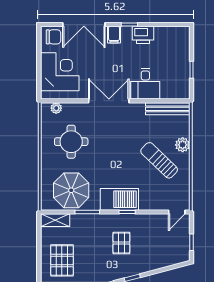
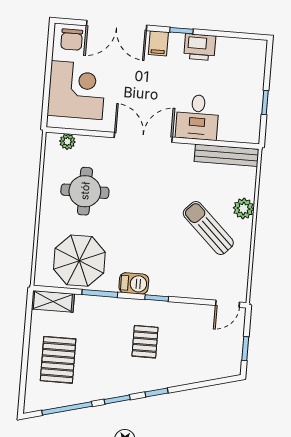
chair: (53, 37) -> (72, 40), turned 90
barbecue: (119, 199) -> (134, 283), width x0.53, depth x0.65

